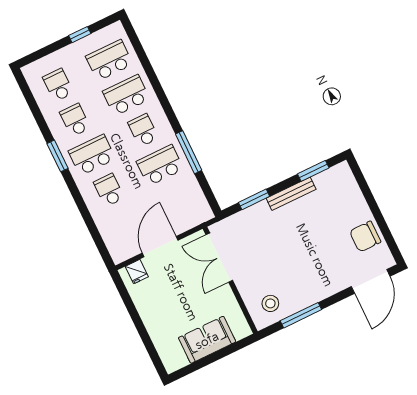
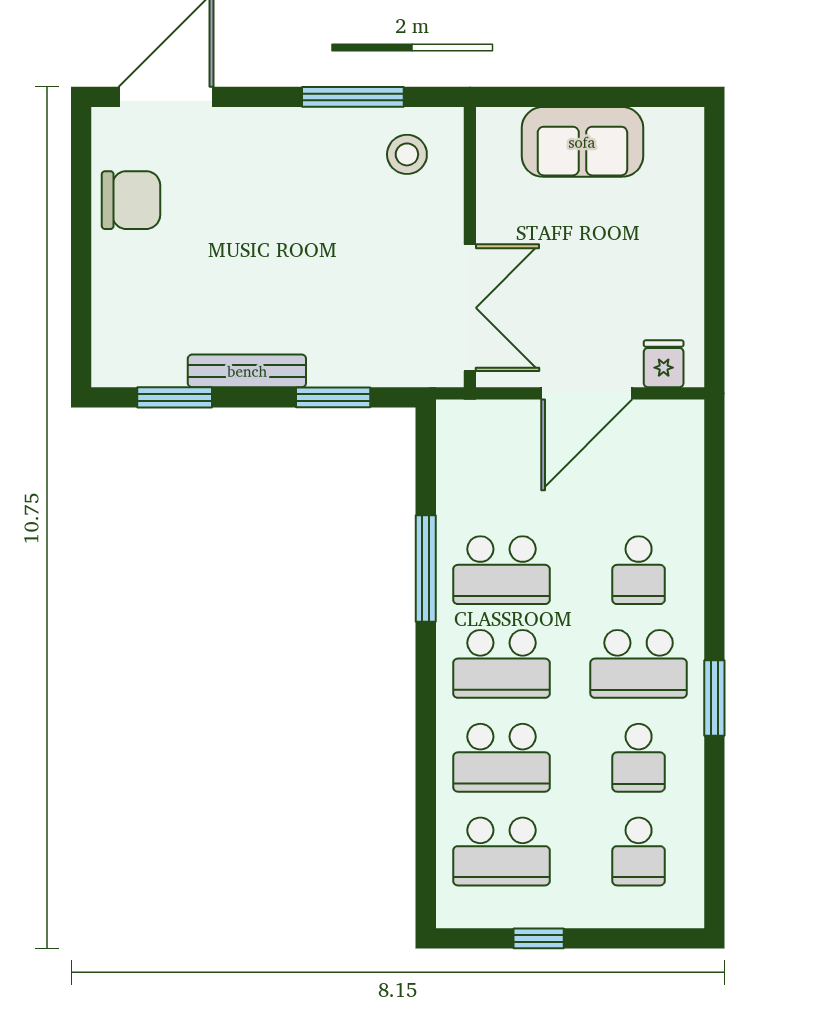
school desk: (143, 130) -> (501, 664), width x1.85

